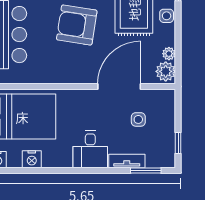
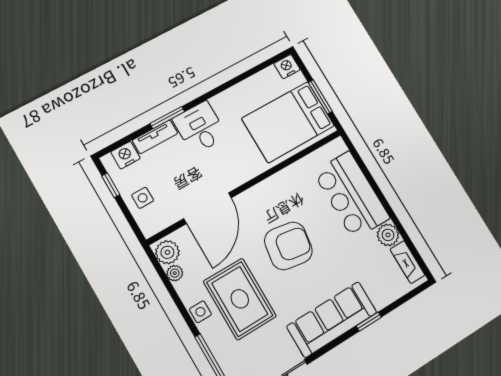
side table: (138, 119) -> (143, 198), moved
nightstand: (32, 159) -> (125, 155), moved
window: (146, 170) -> (167, 117), moved

